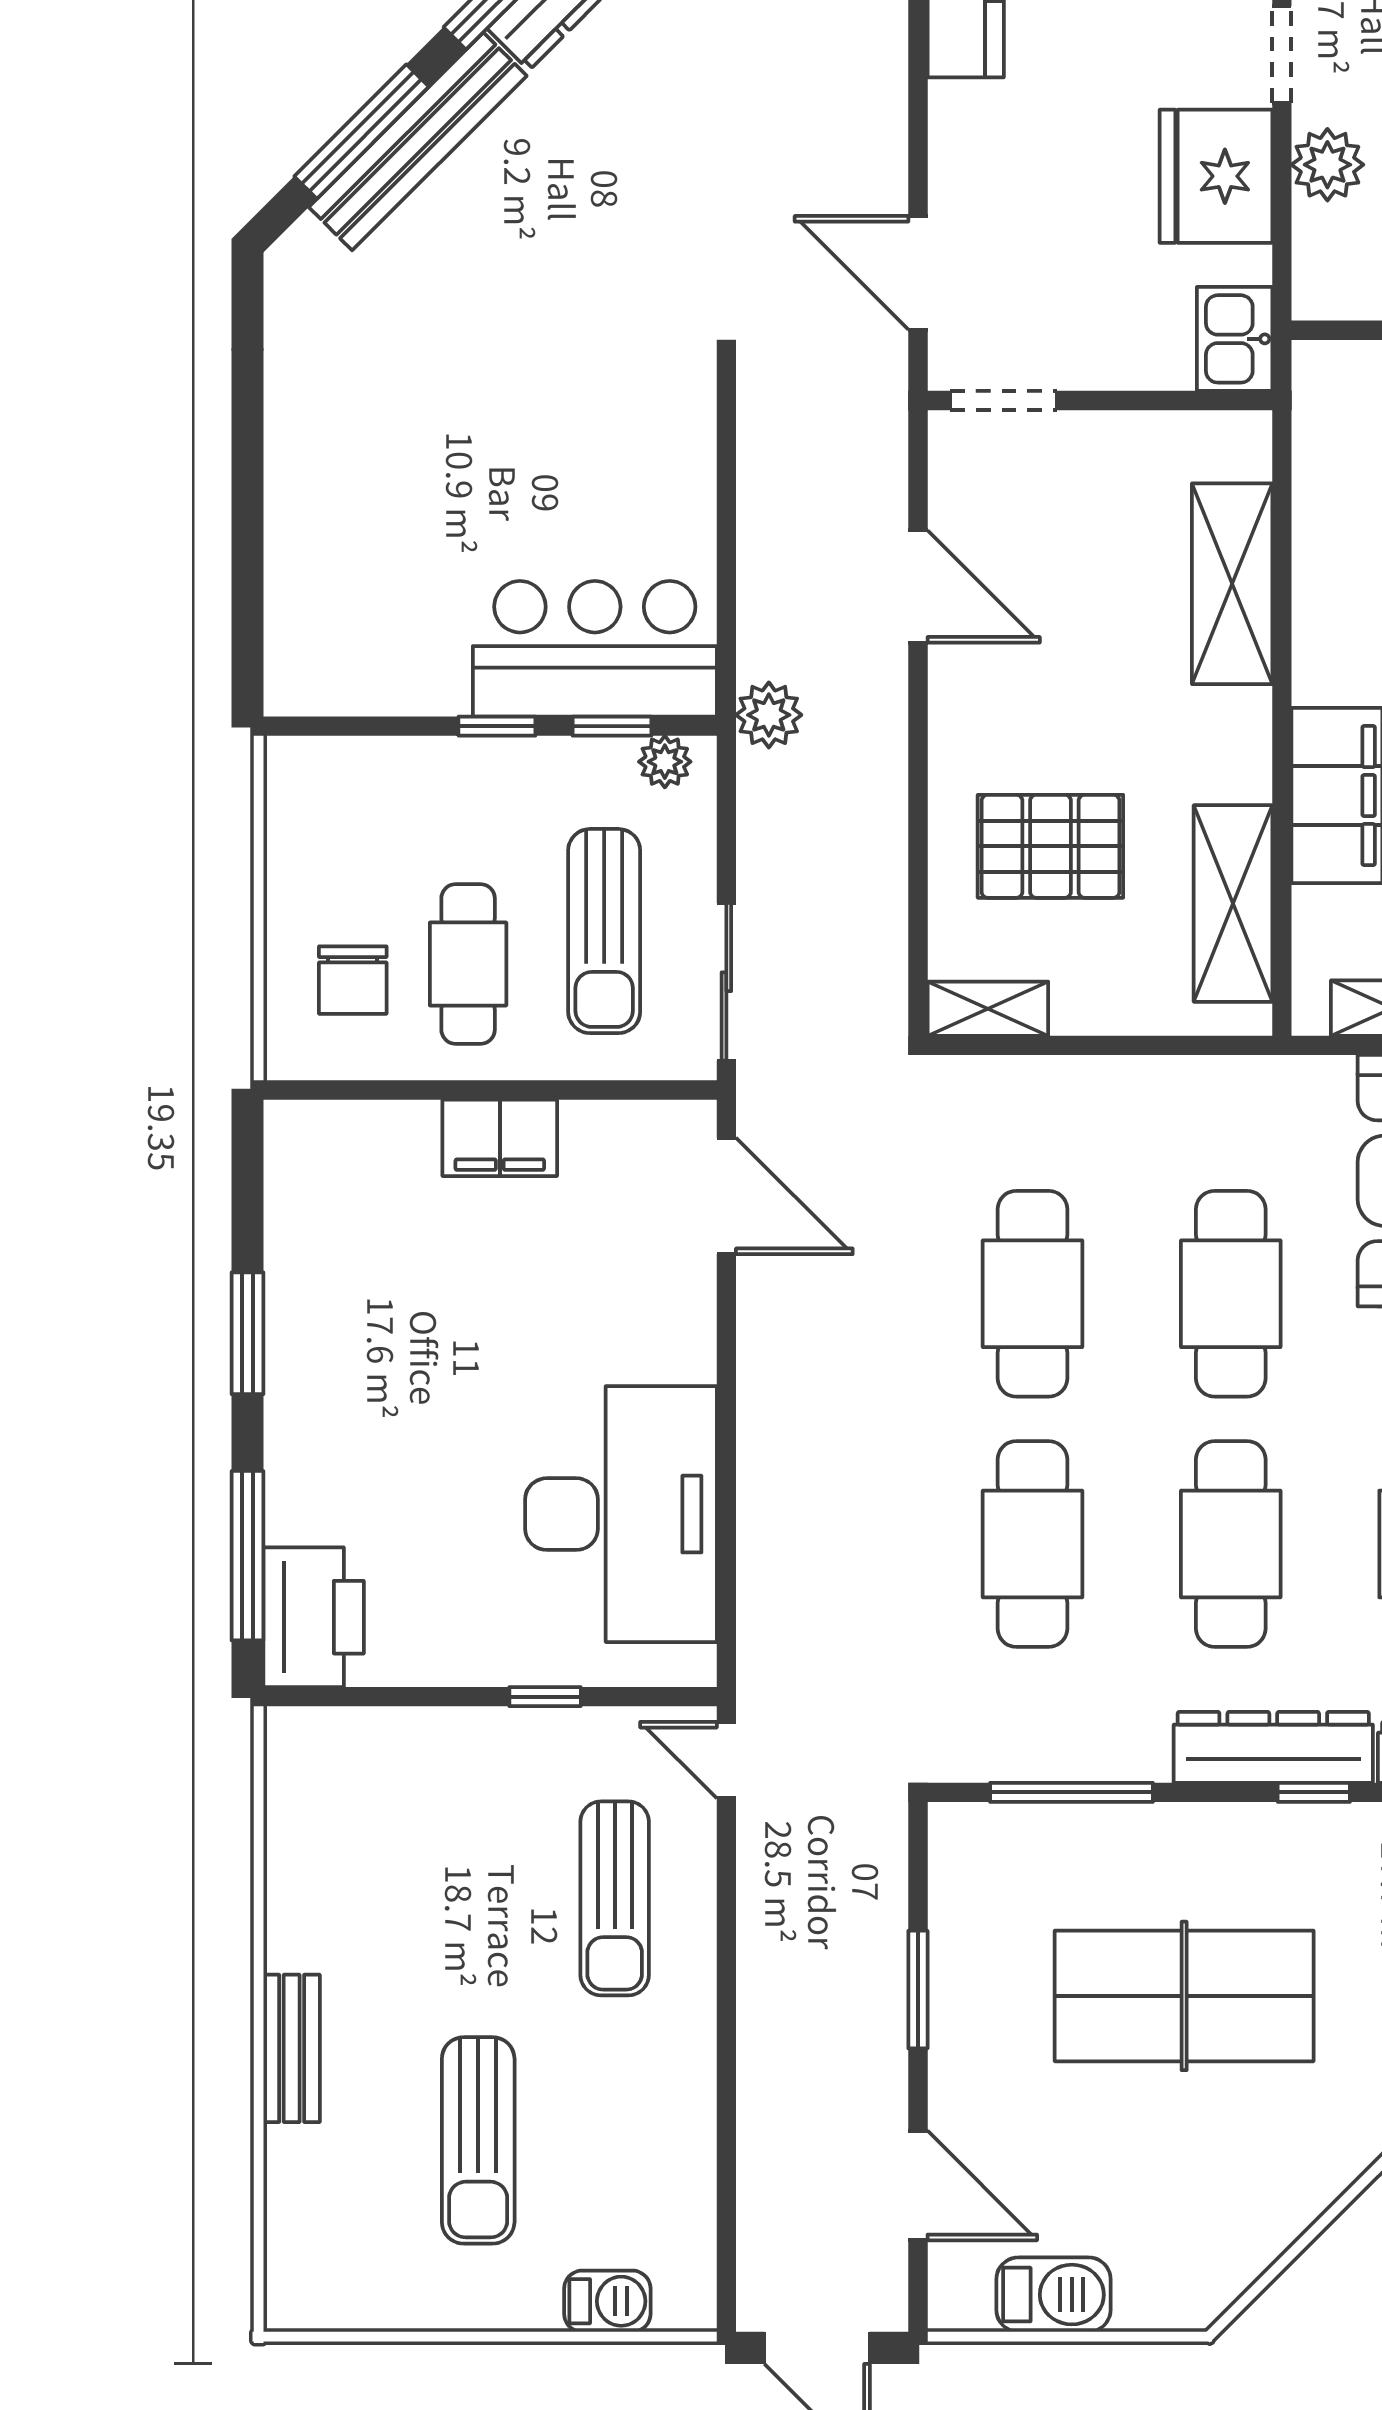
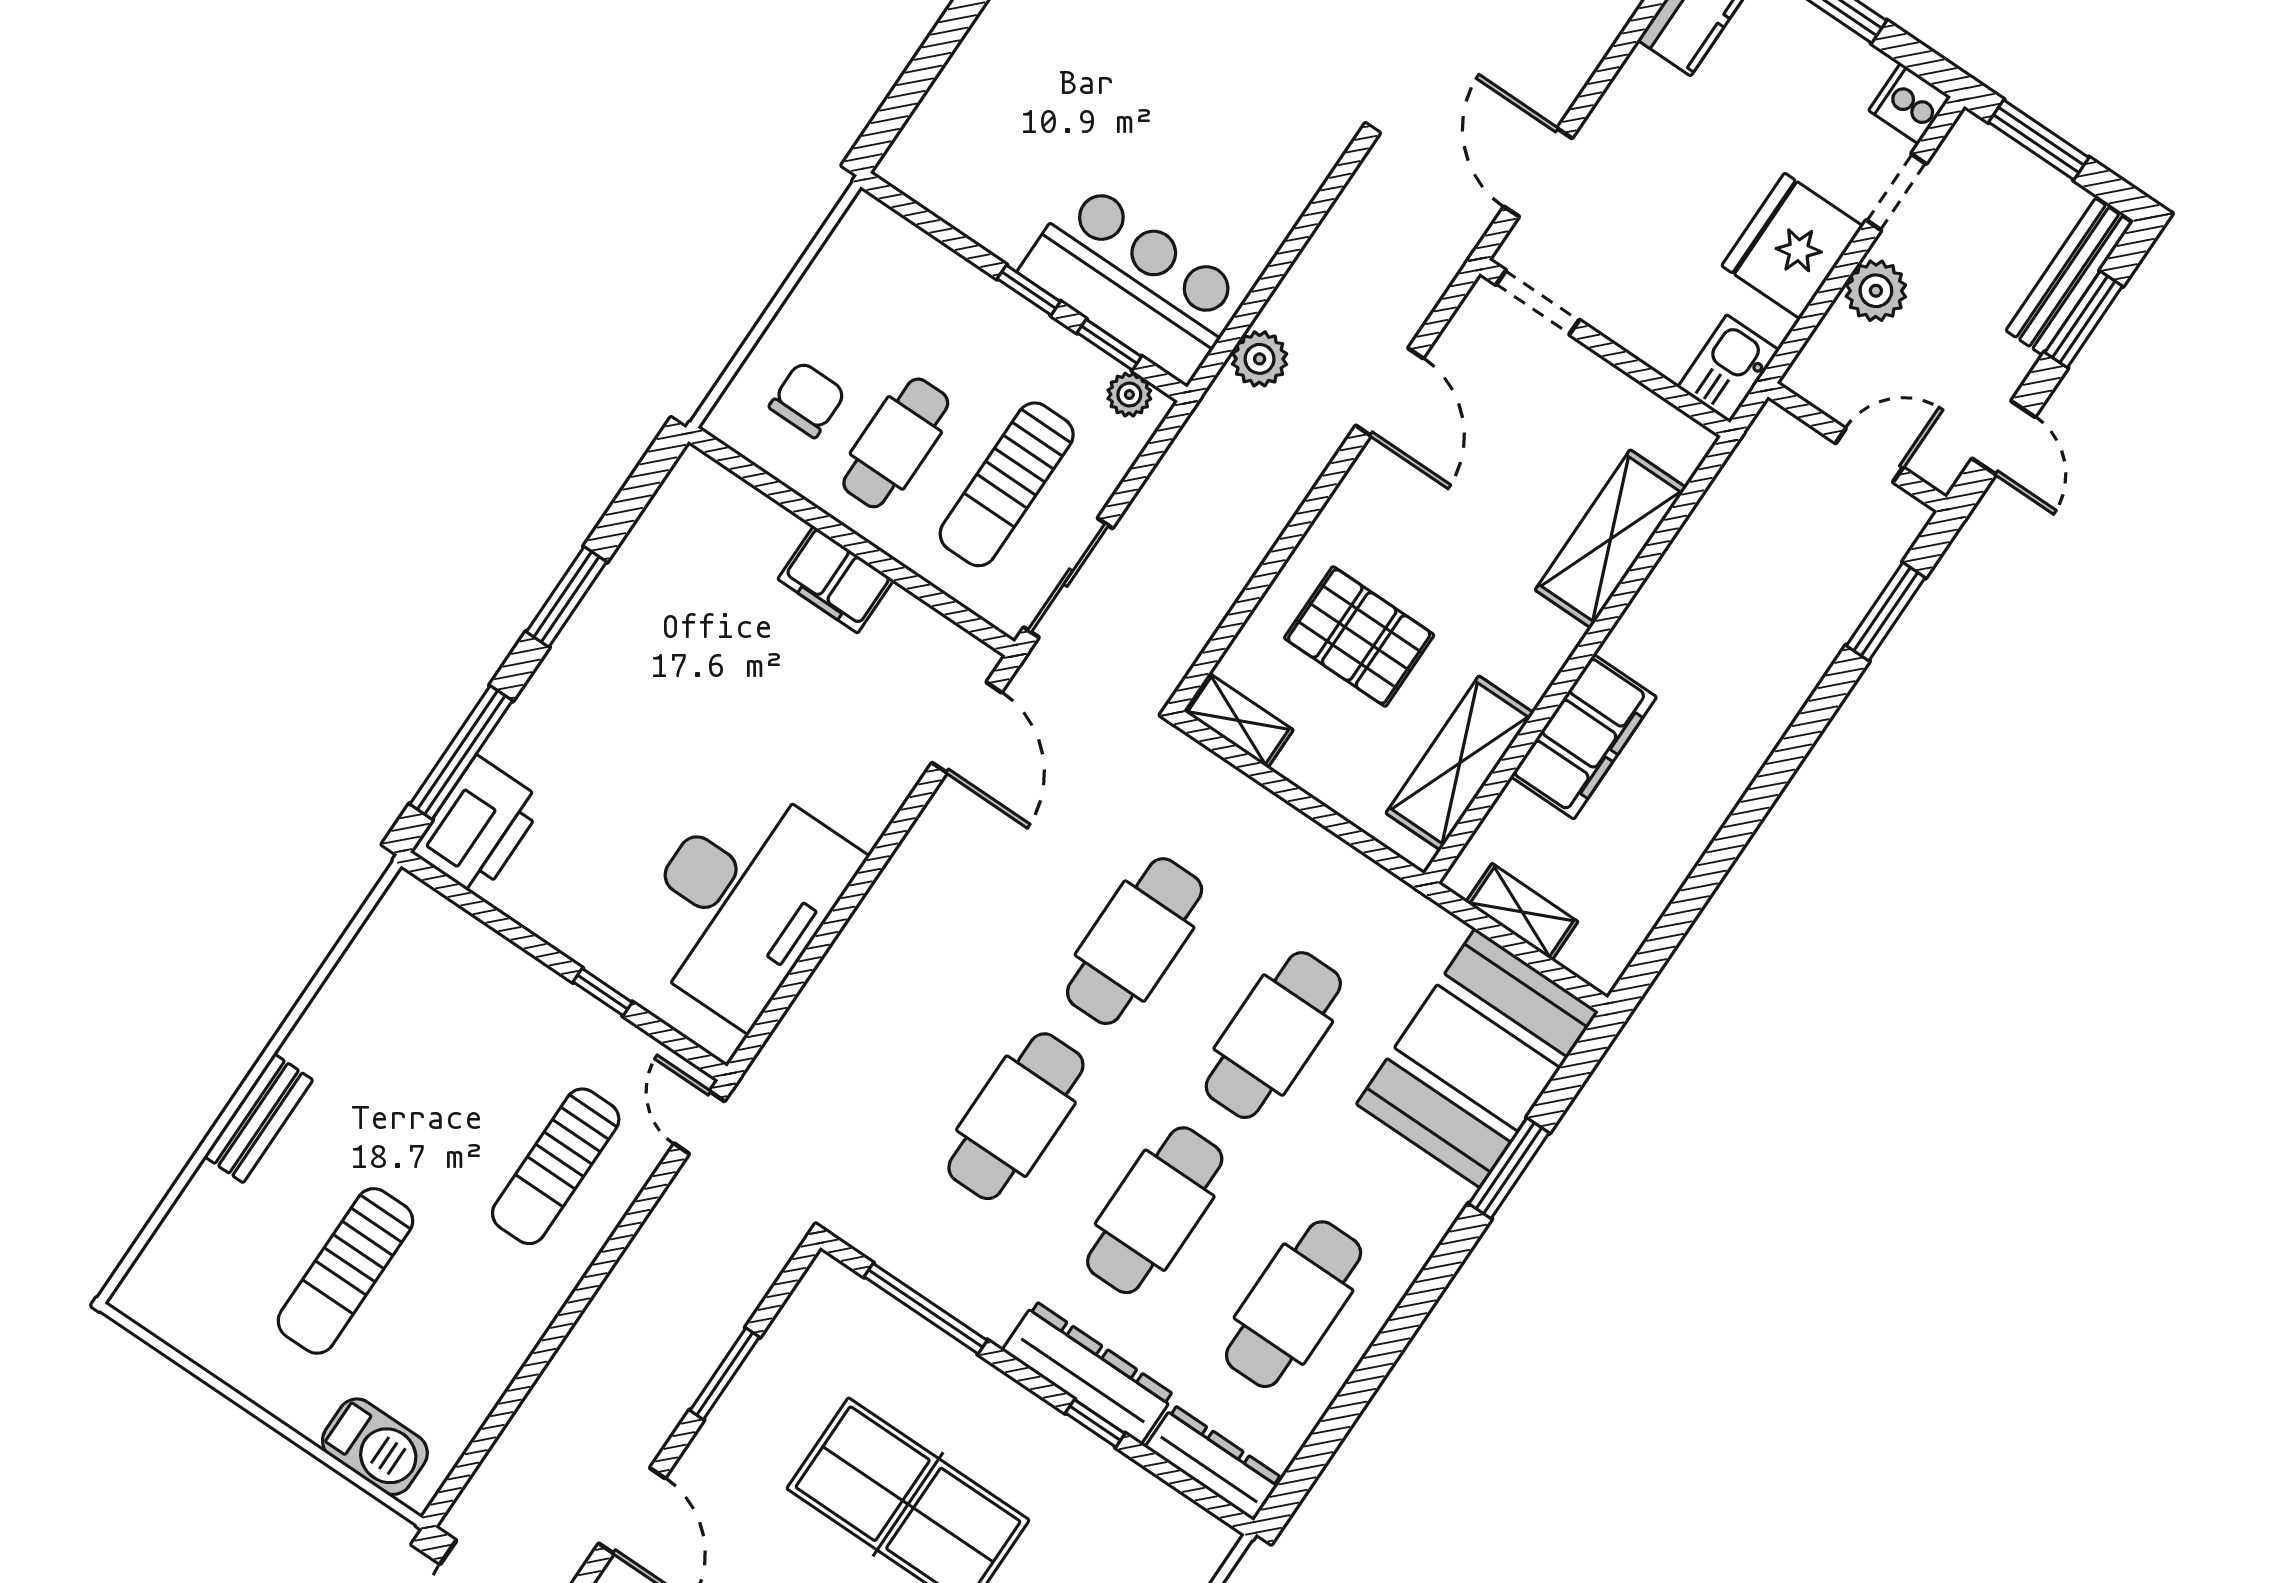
plant: (769, 715) -> (1260, 359), moved
chair: (353, 980) -> (807, 400), turned 180
barbecue: (607, 2301) -> (375, 1447), width x1.38, depth x1.27

